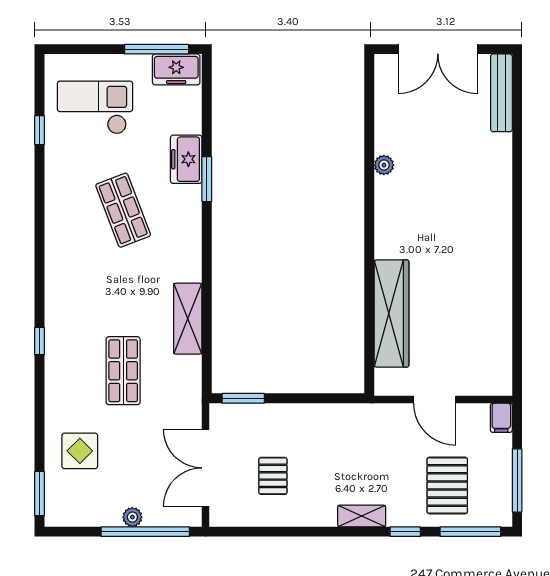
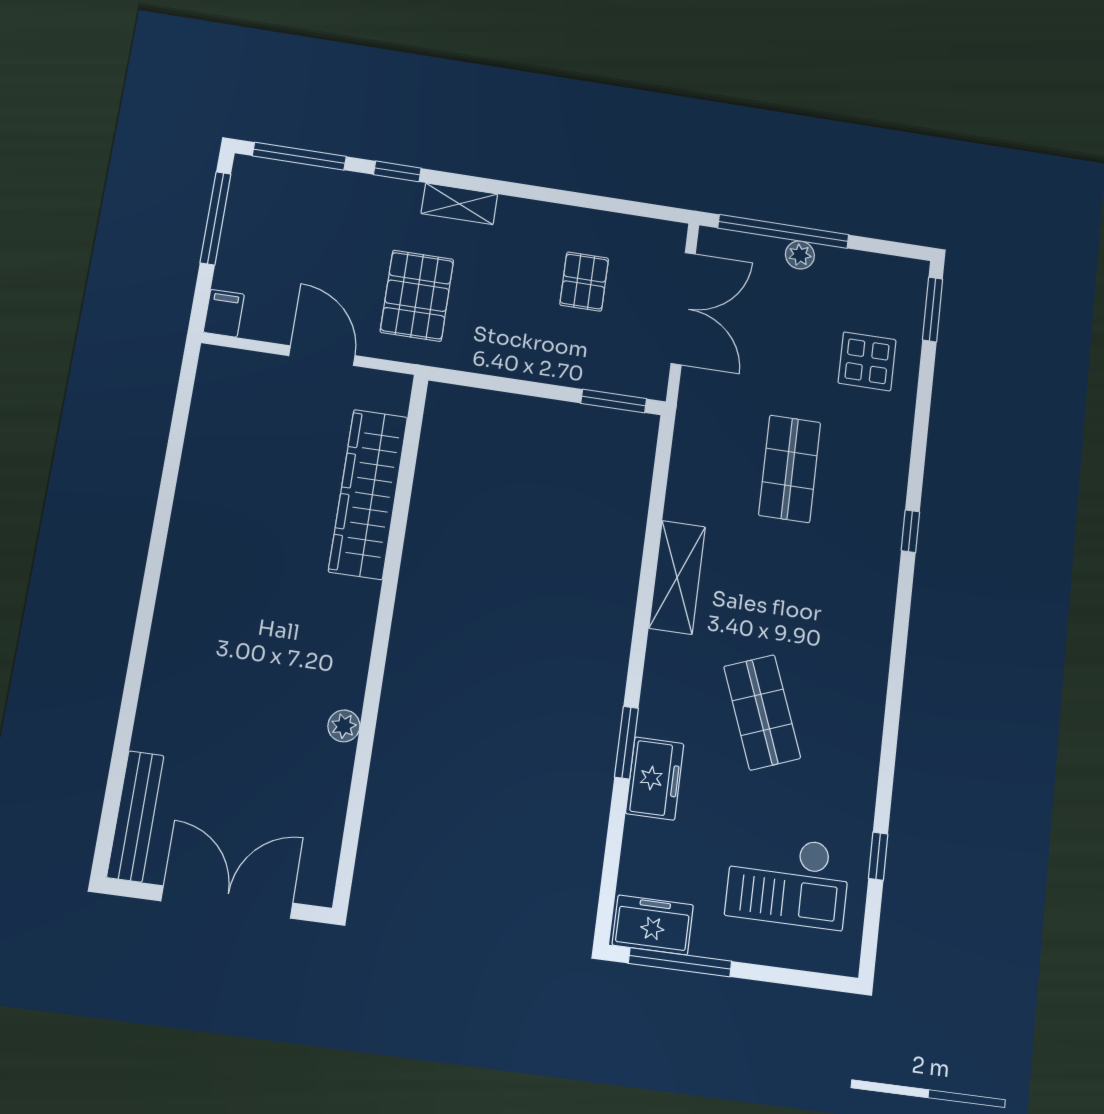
shelving: (188, 319) -> (677, 577), moved
pallet: (447, 485) -> (417, 296), moved

